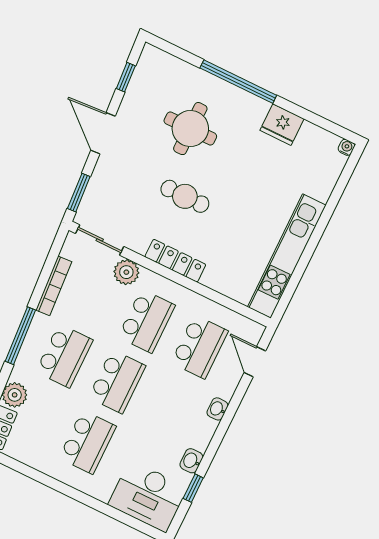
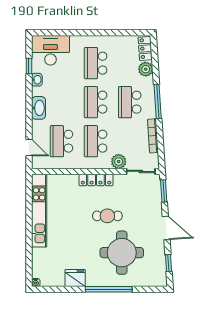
round table: (190, 129) -> (122, 253), width x1.36, depth x1.36
washbasin: (217, 409) -> (39, 108), width x1.91, depth x1.45

